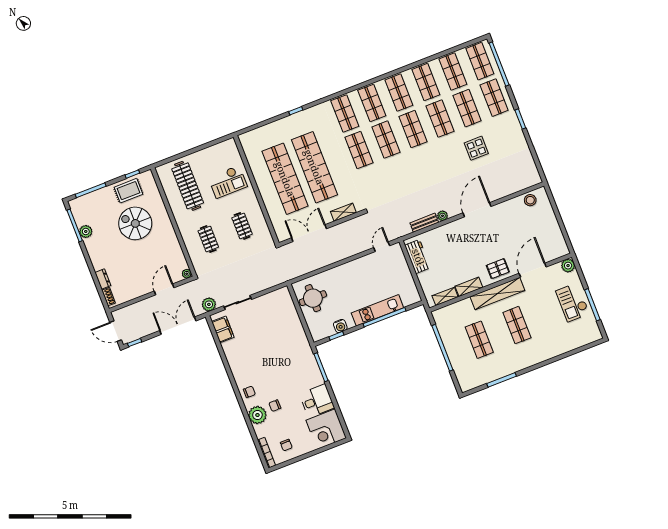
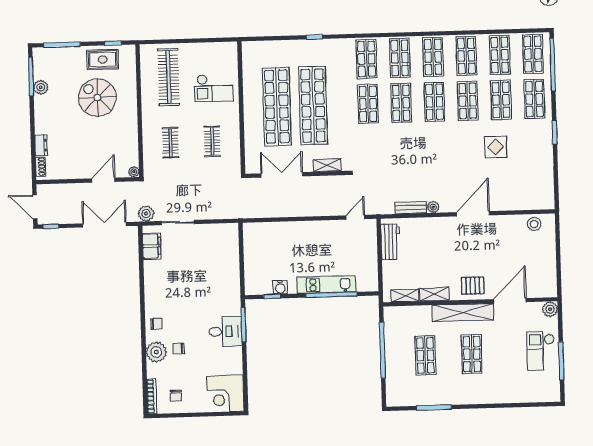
round table: (313, 298) -> (261, 247), removed
desk: (317, 401) -> (225, 331), moved

